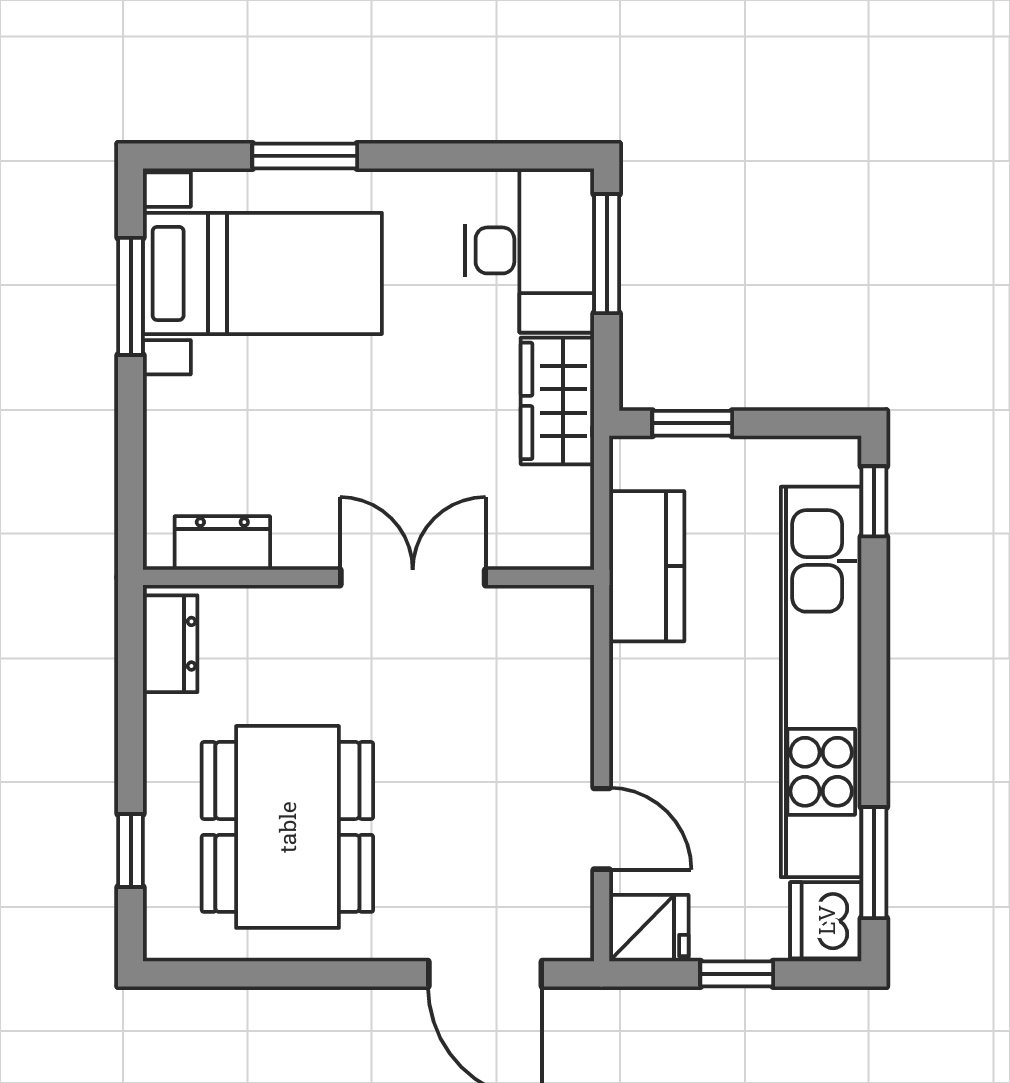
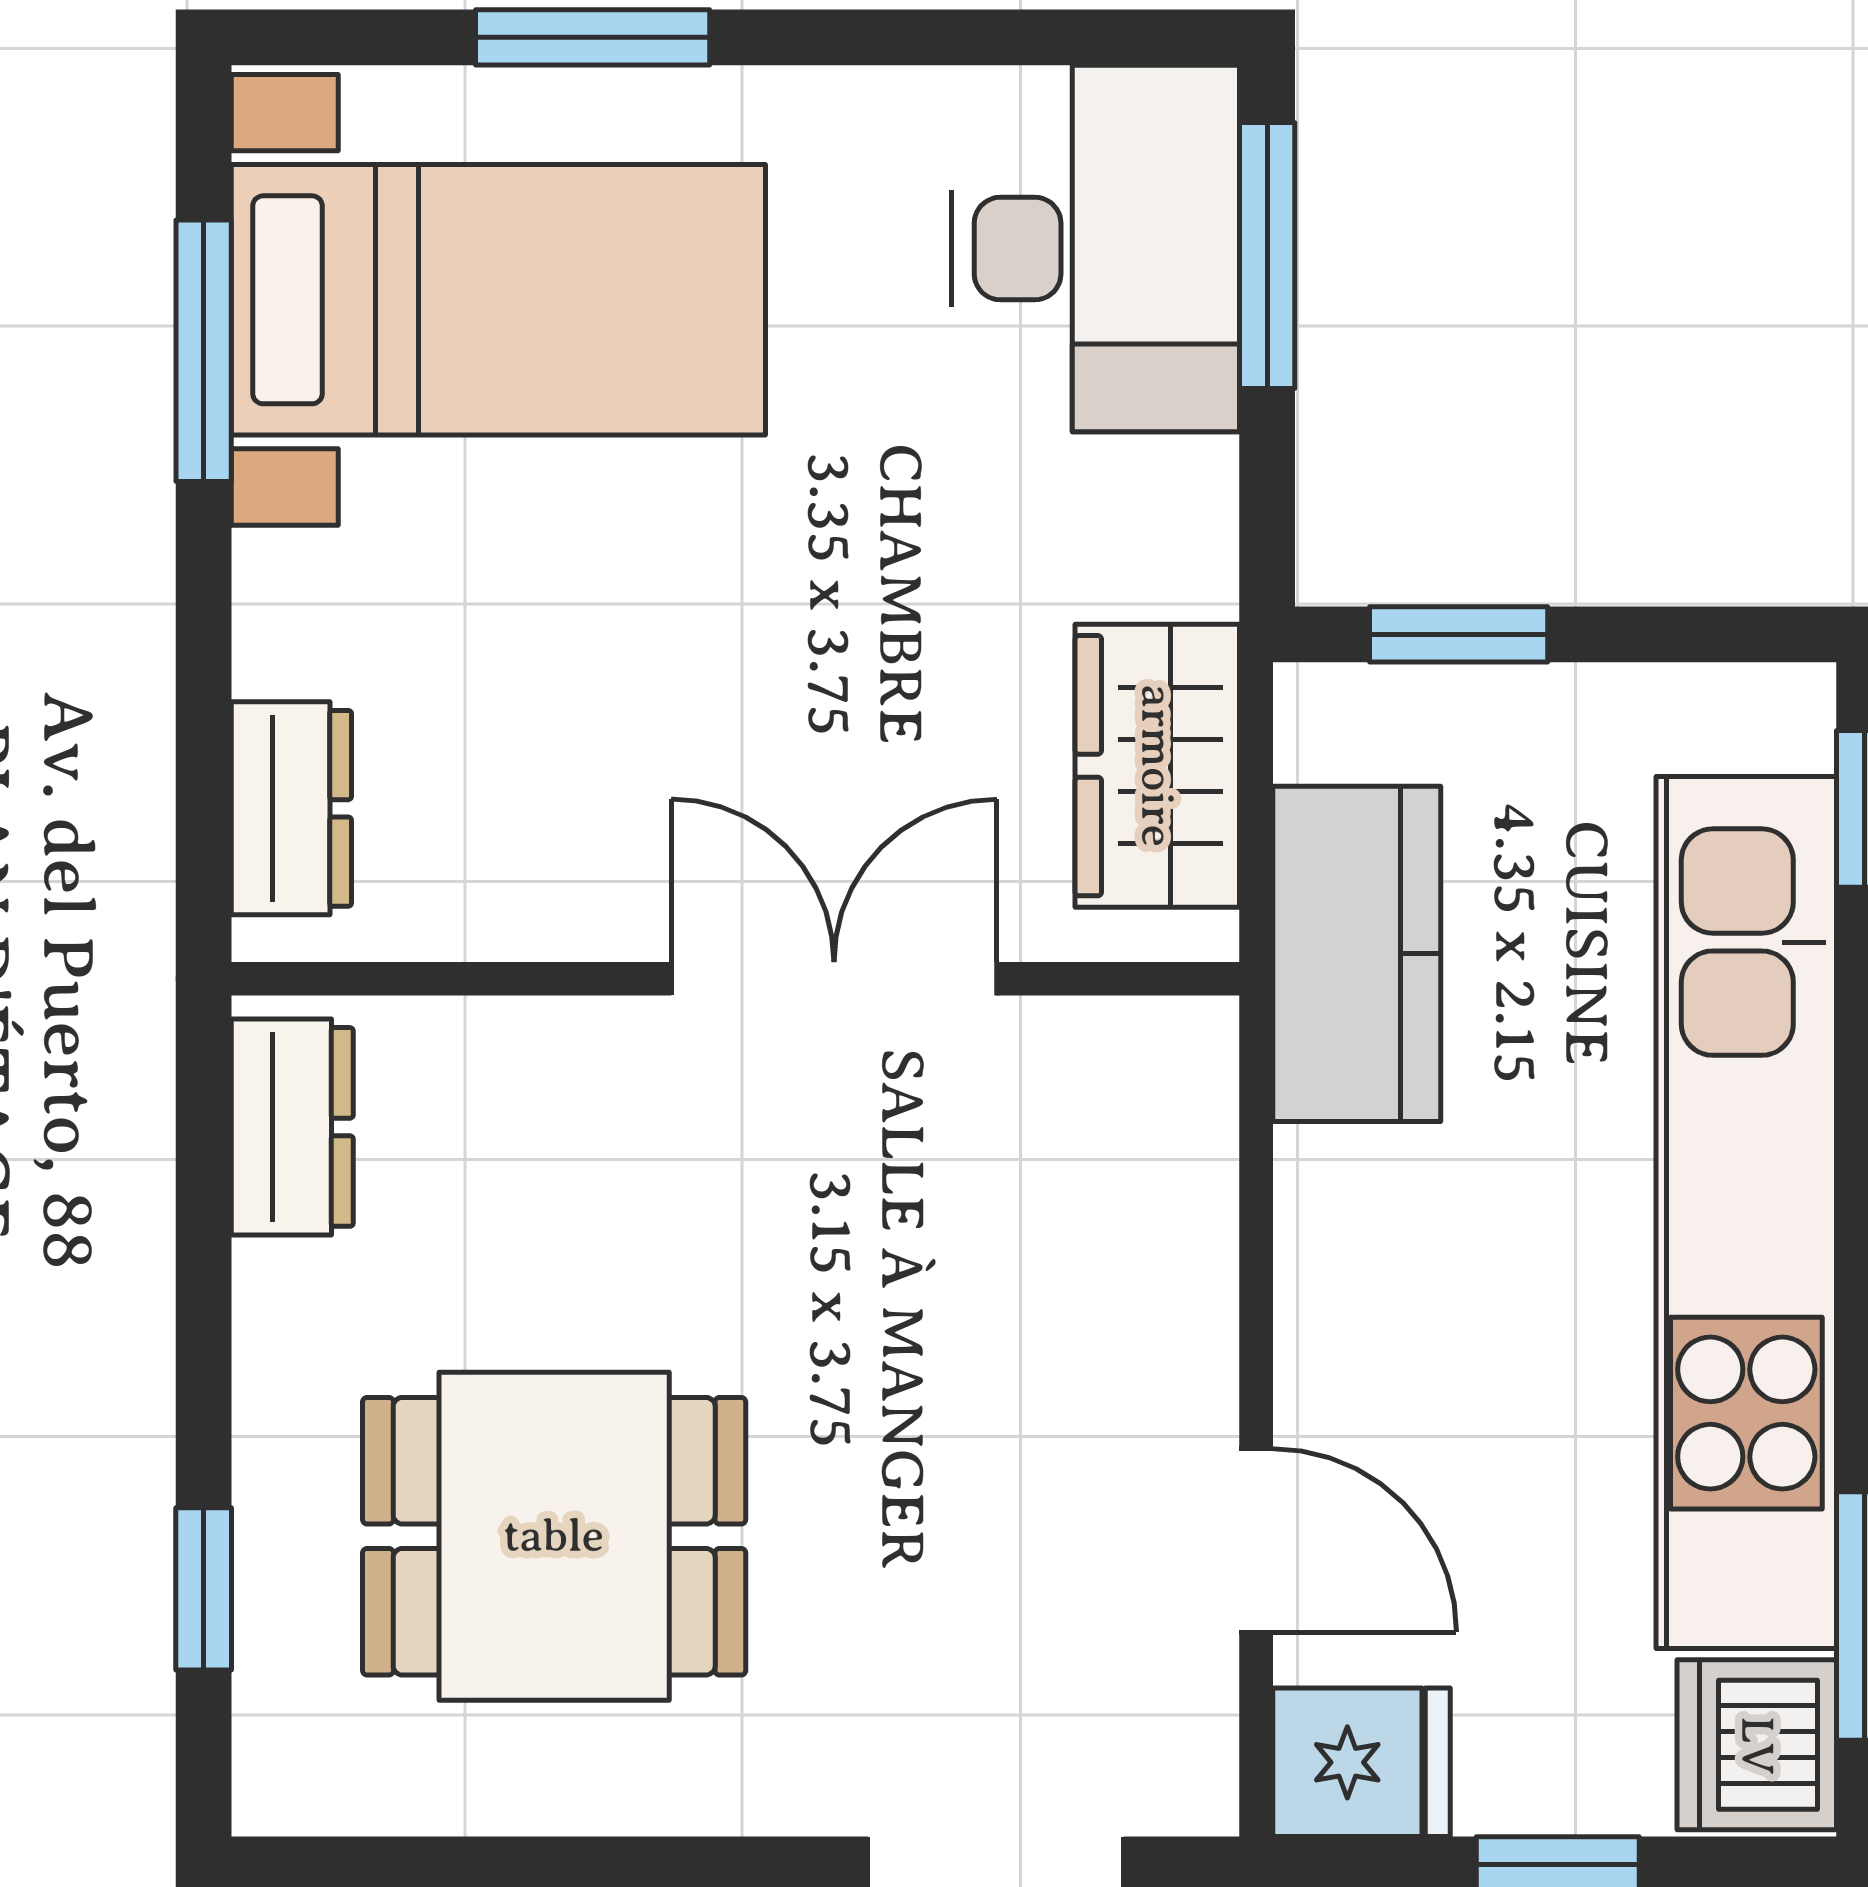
wardrobe: (557, 401) -> (1157, 766), moved
dresser: (222, 543) -> (291, 808), moved, turned 90
dining table: (287, 827) -> (554, 1536), width x0.73

